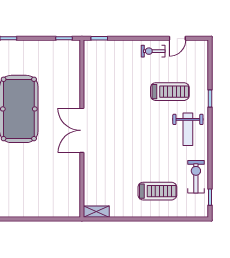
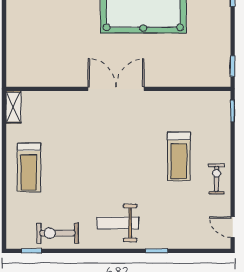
door: (177, 38) -> (233, 227), moved
treadmill: (170, 92) -> (179, 156), moved
exercise bike: (196, 177) -> (58, 233), turned 180
treadmill: (157, 191) -> (29, 167), moved

